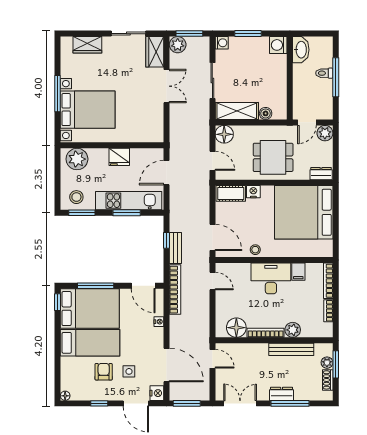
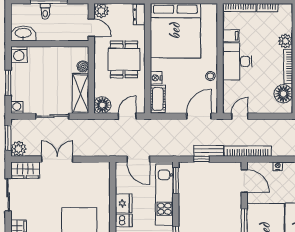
dishwasher: (101, 157) -> (124, 220), added
window: (127, 213) -> (176, 180), moved
door: (143, 286) -> (244, 181), hinge flipped

